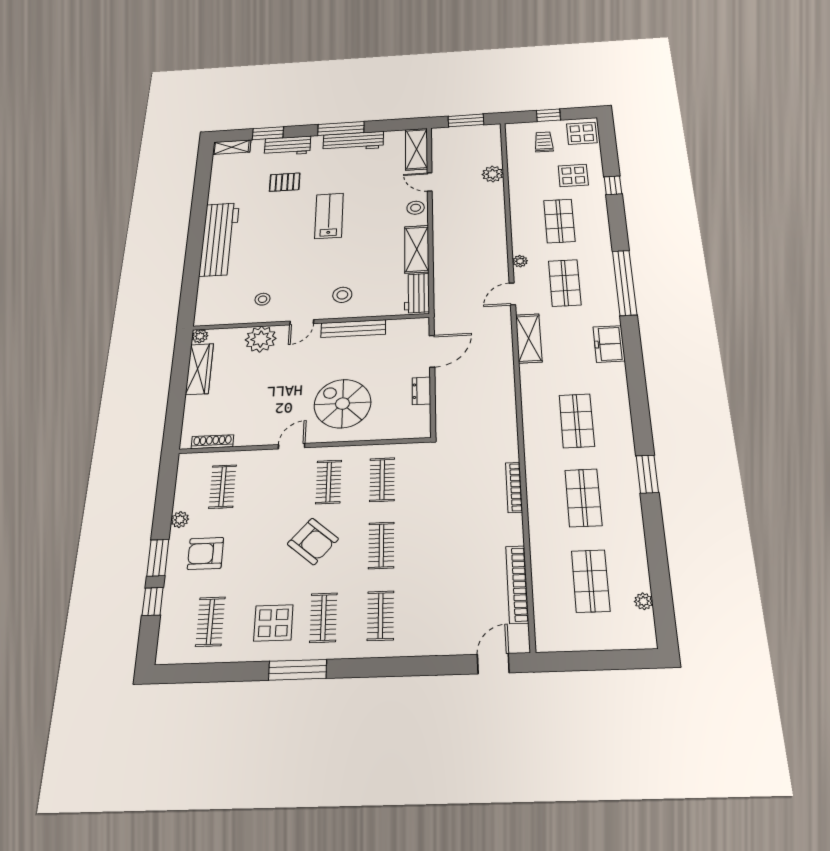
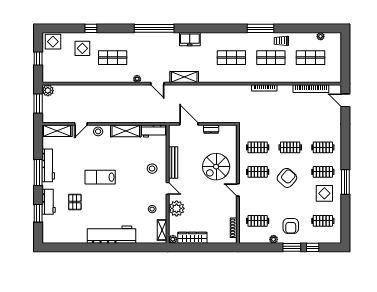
trolley: (544, 142) -> (281, 41), moved
shelving: (232, 147) -> (162, 230), moved
plant: (493, 174) -> (48, 90), moved
shop shelf: (565, 283) -> (152, 58), removed
window: (647, 474) -> (261, 28), width x1.44

